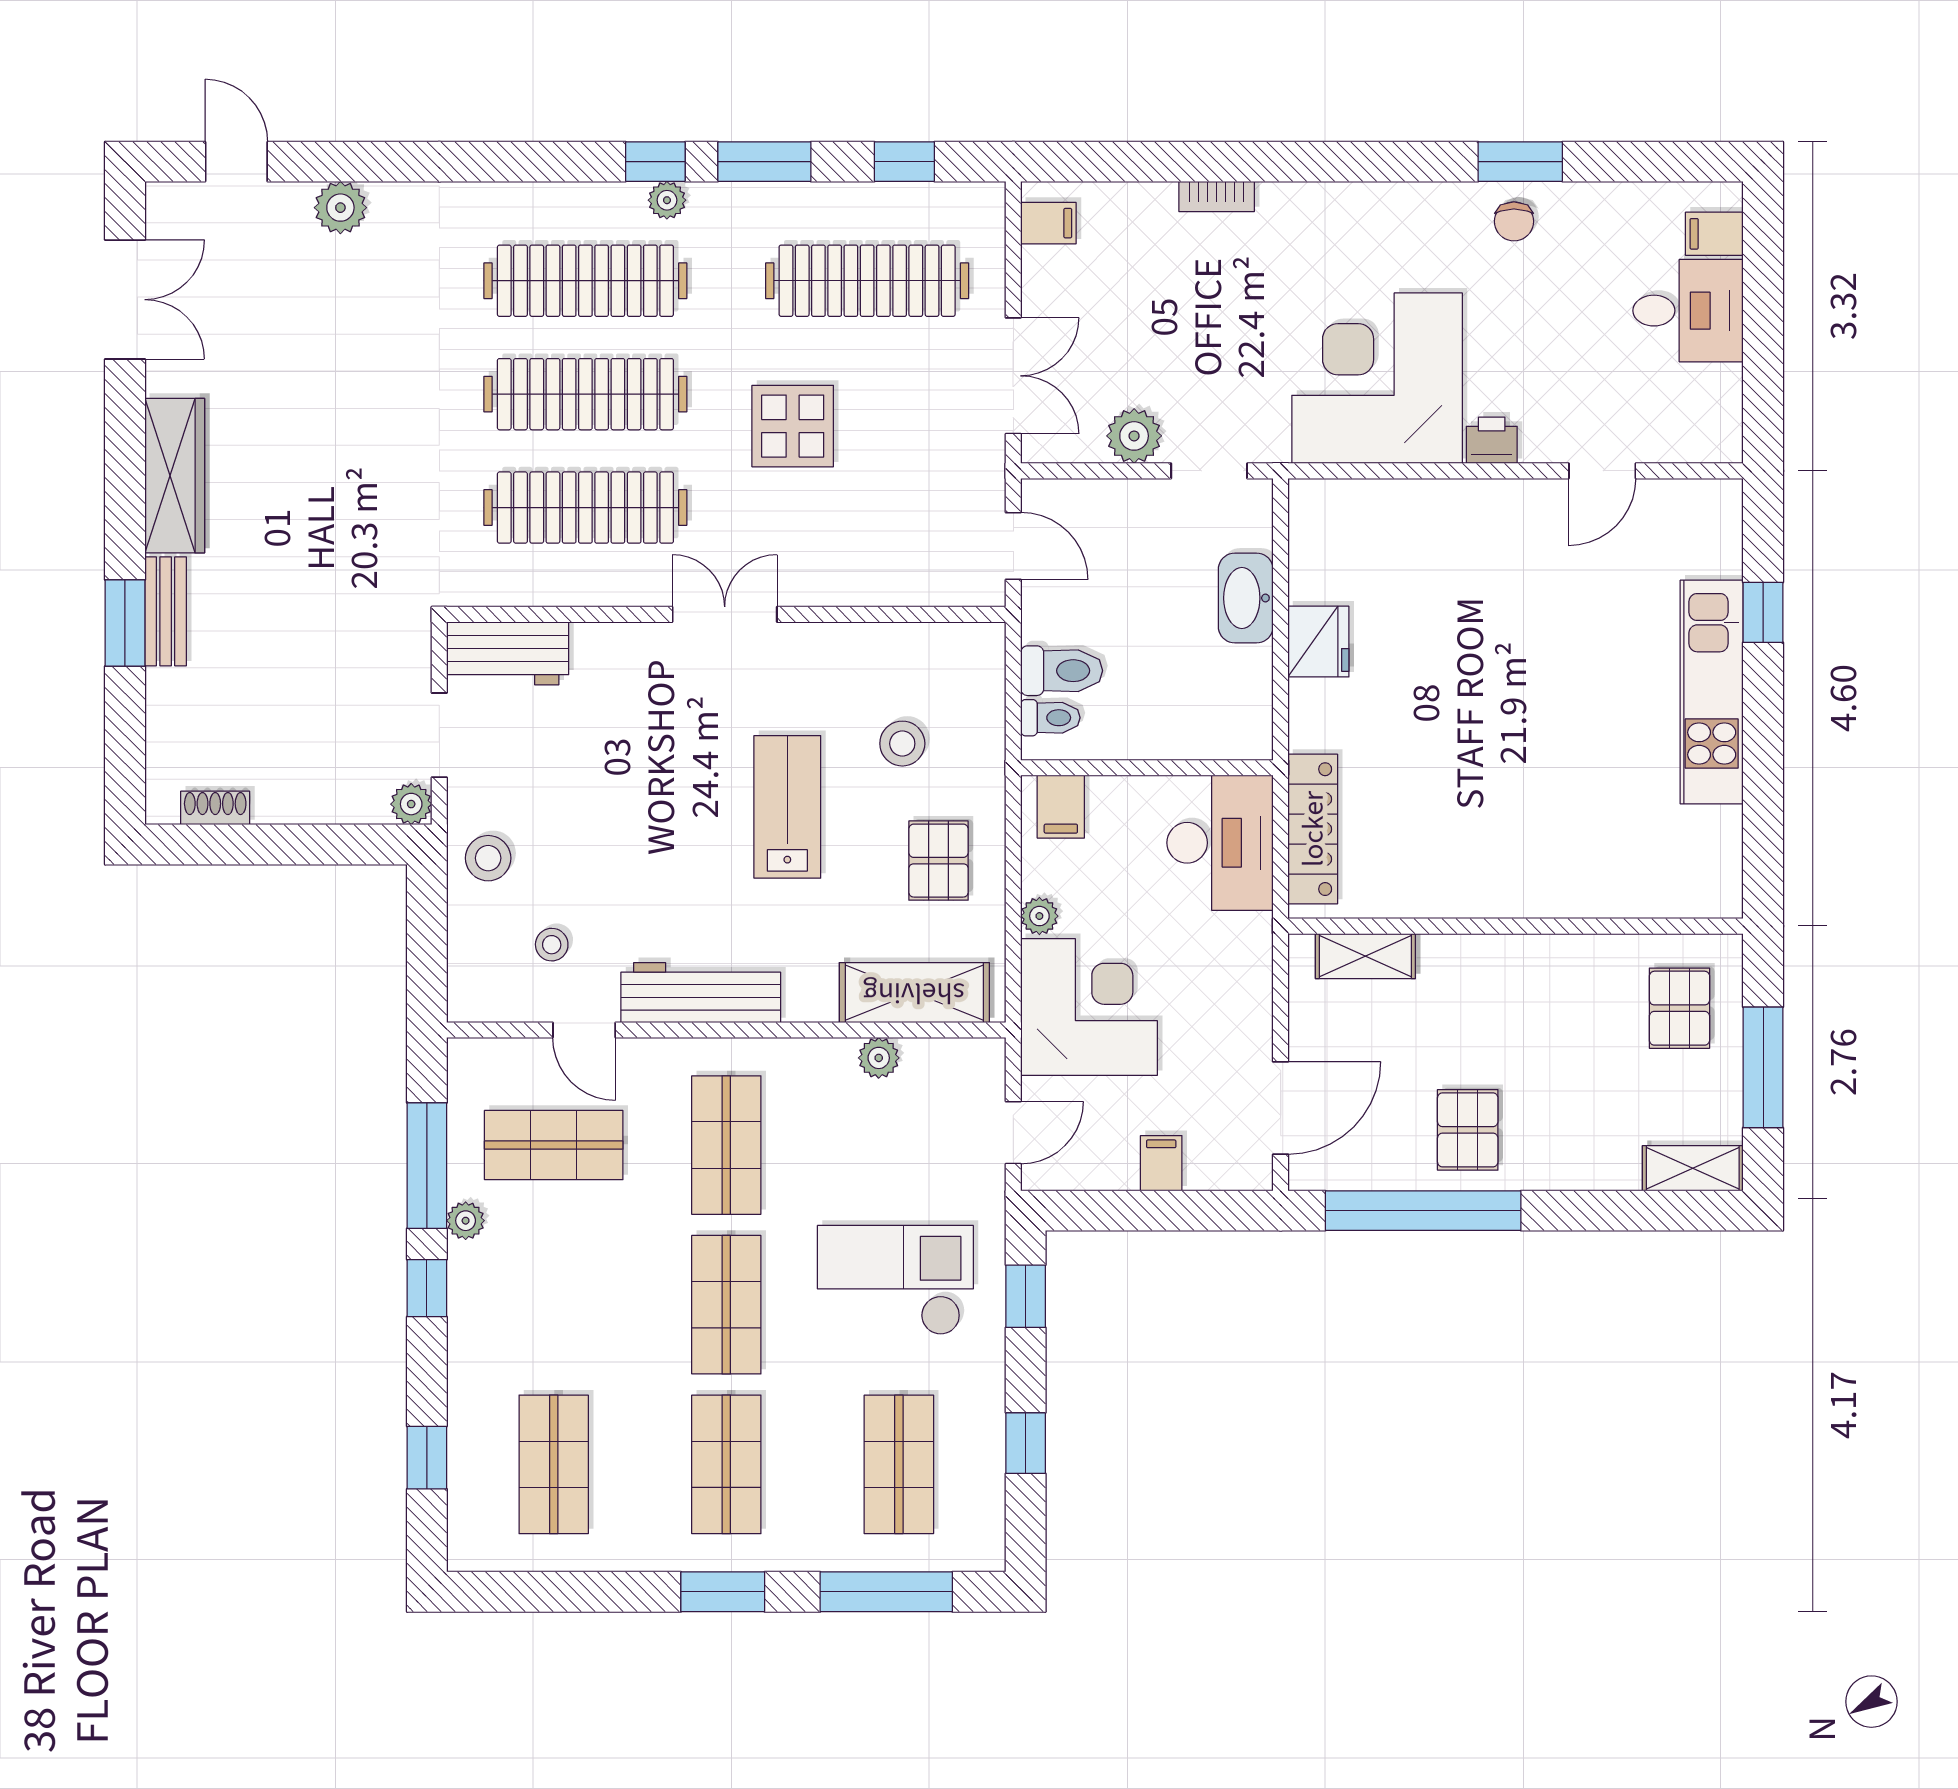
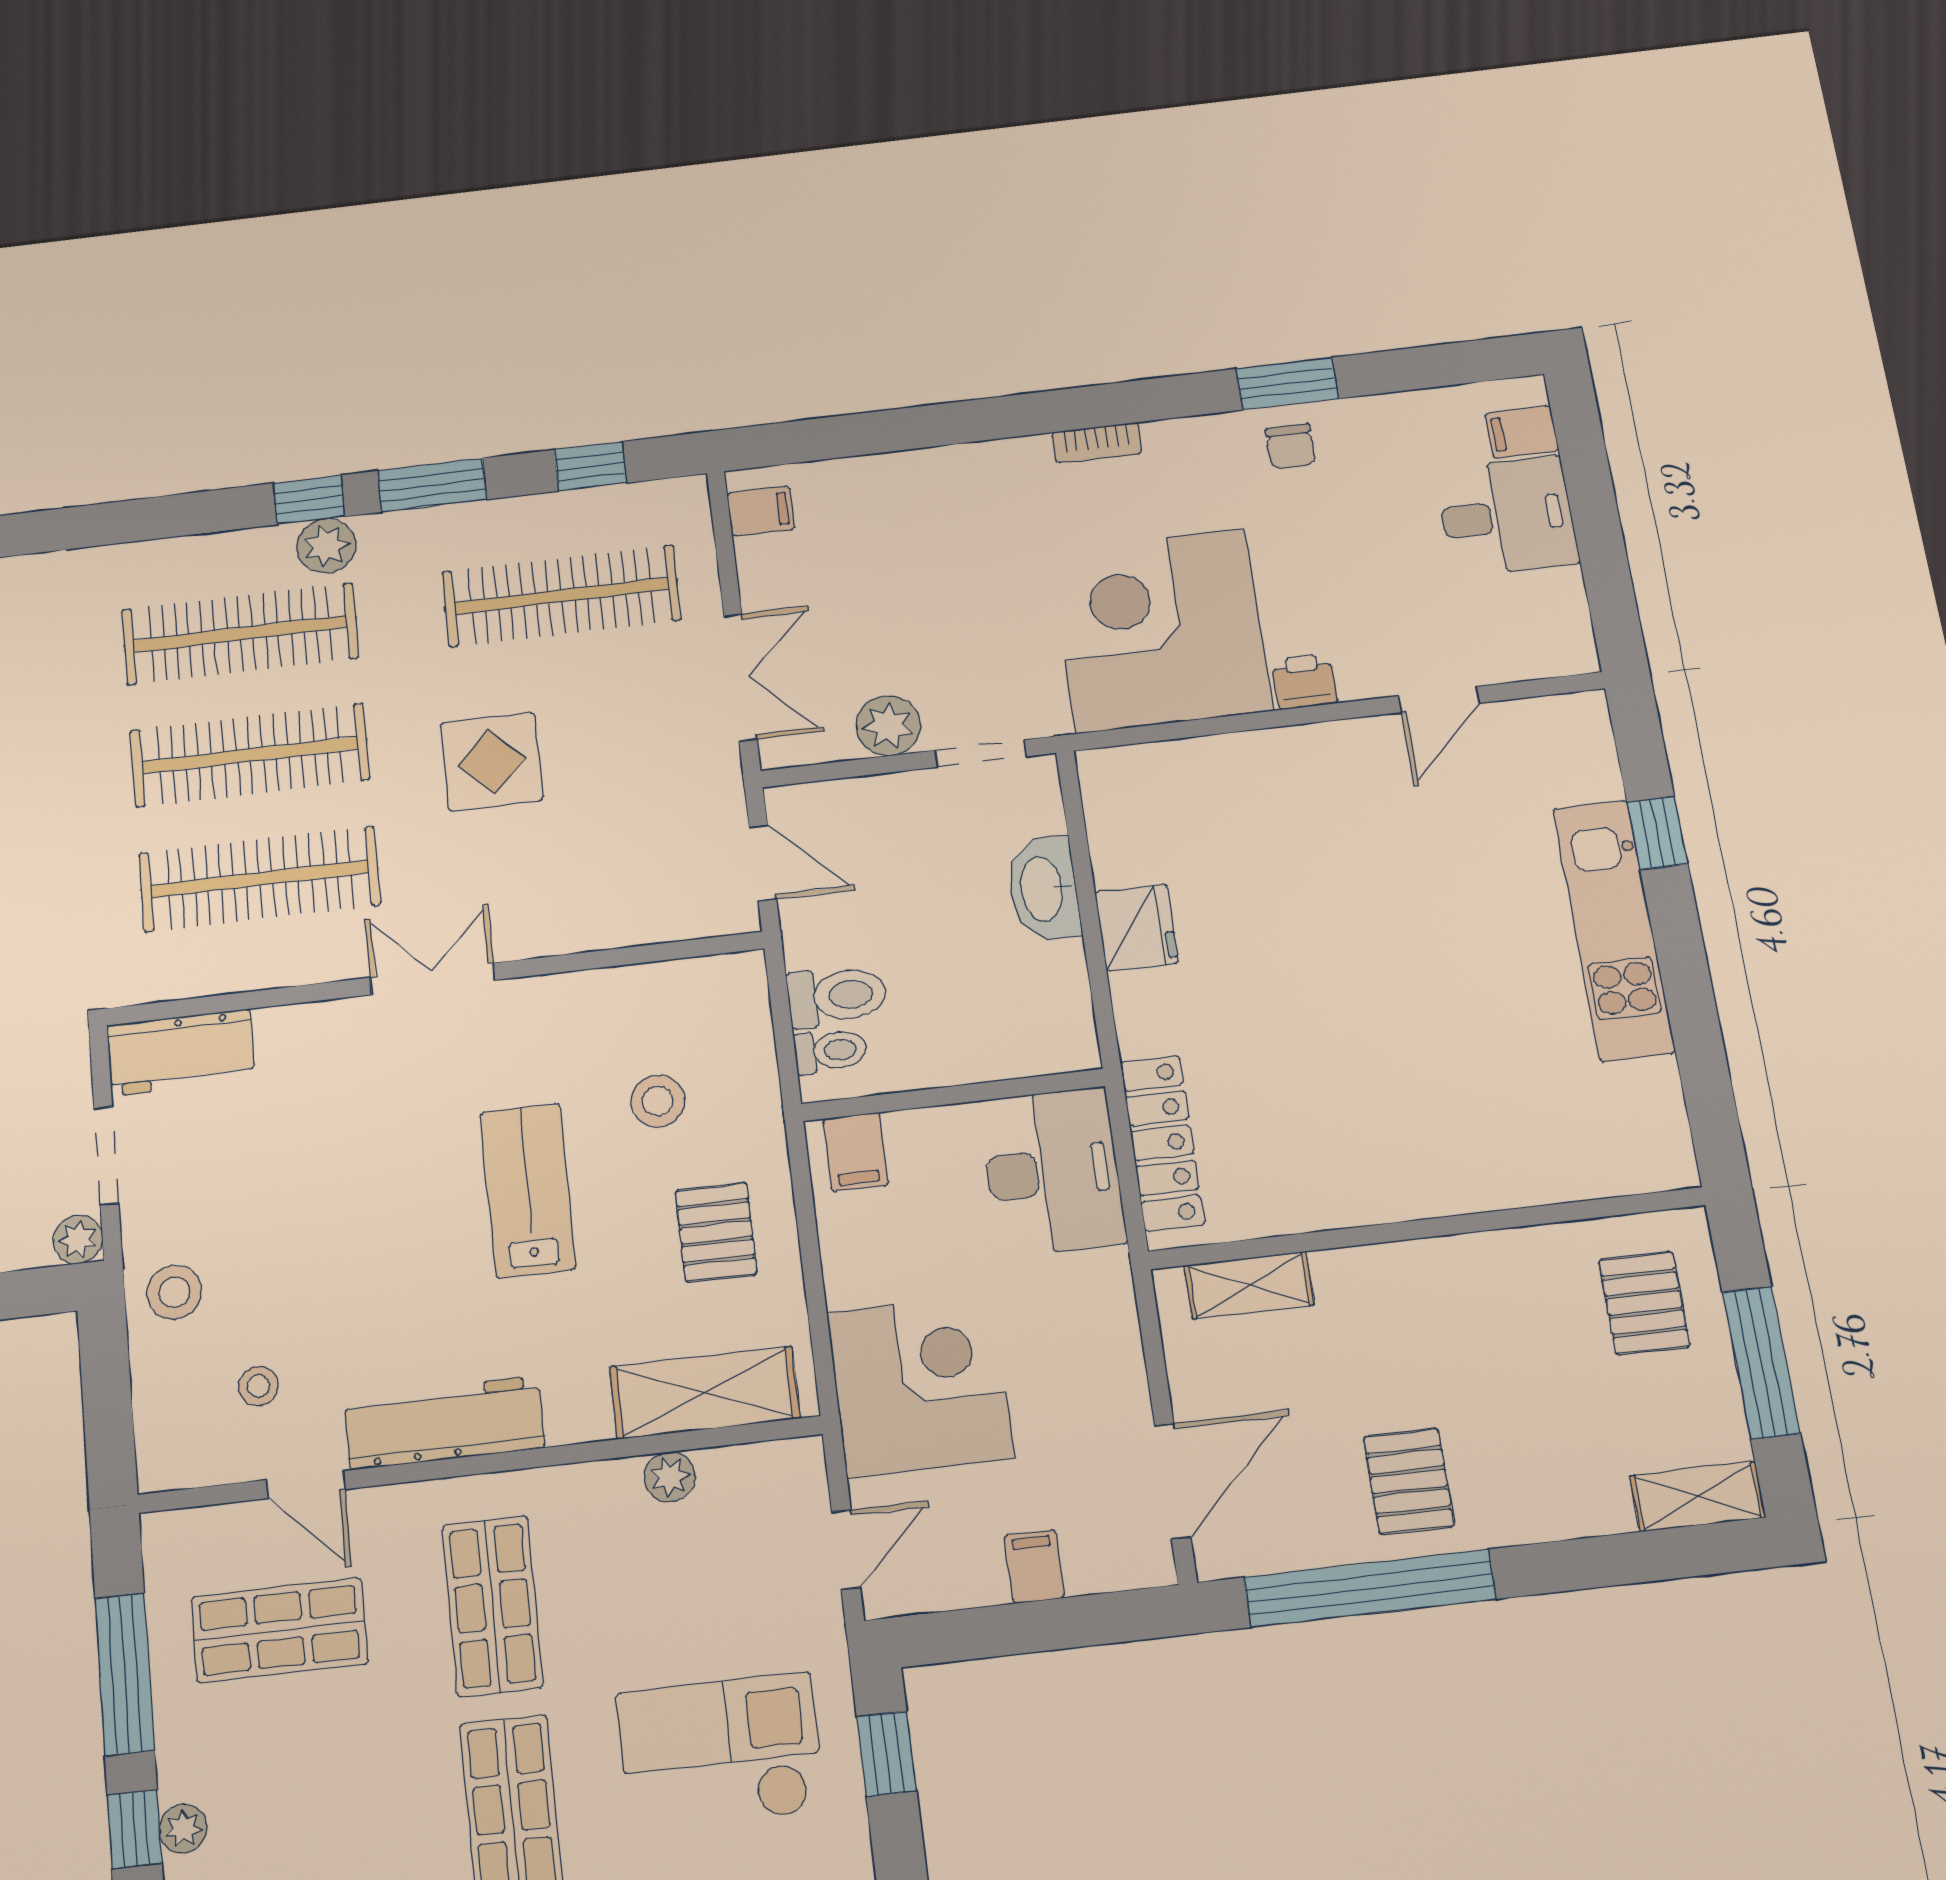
bookcase: (1217, 196) -> (1097, 443), moved
plant: (667, 200) -> (326, 546), width x1.38, depth x1.38
plant: (1039, 916) -> (846, 1283), removed
plant: (466, 1221) -> (183, 1828), moved

